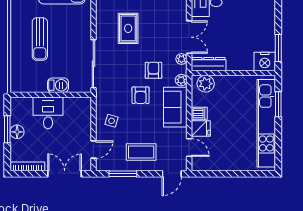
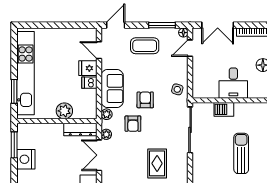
nightstand: (265, 61) -> (26, 159), moved, turned -90
plant: (206, 84) -> (64, 111), moved
side table: (112, 121) -> (177, 89), moved
floor lamp: (101, 166) -> (183, 33), added

